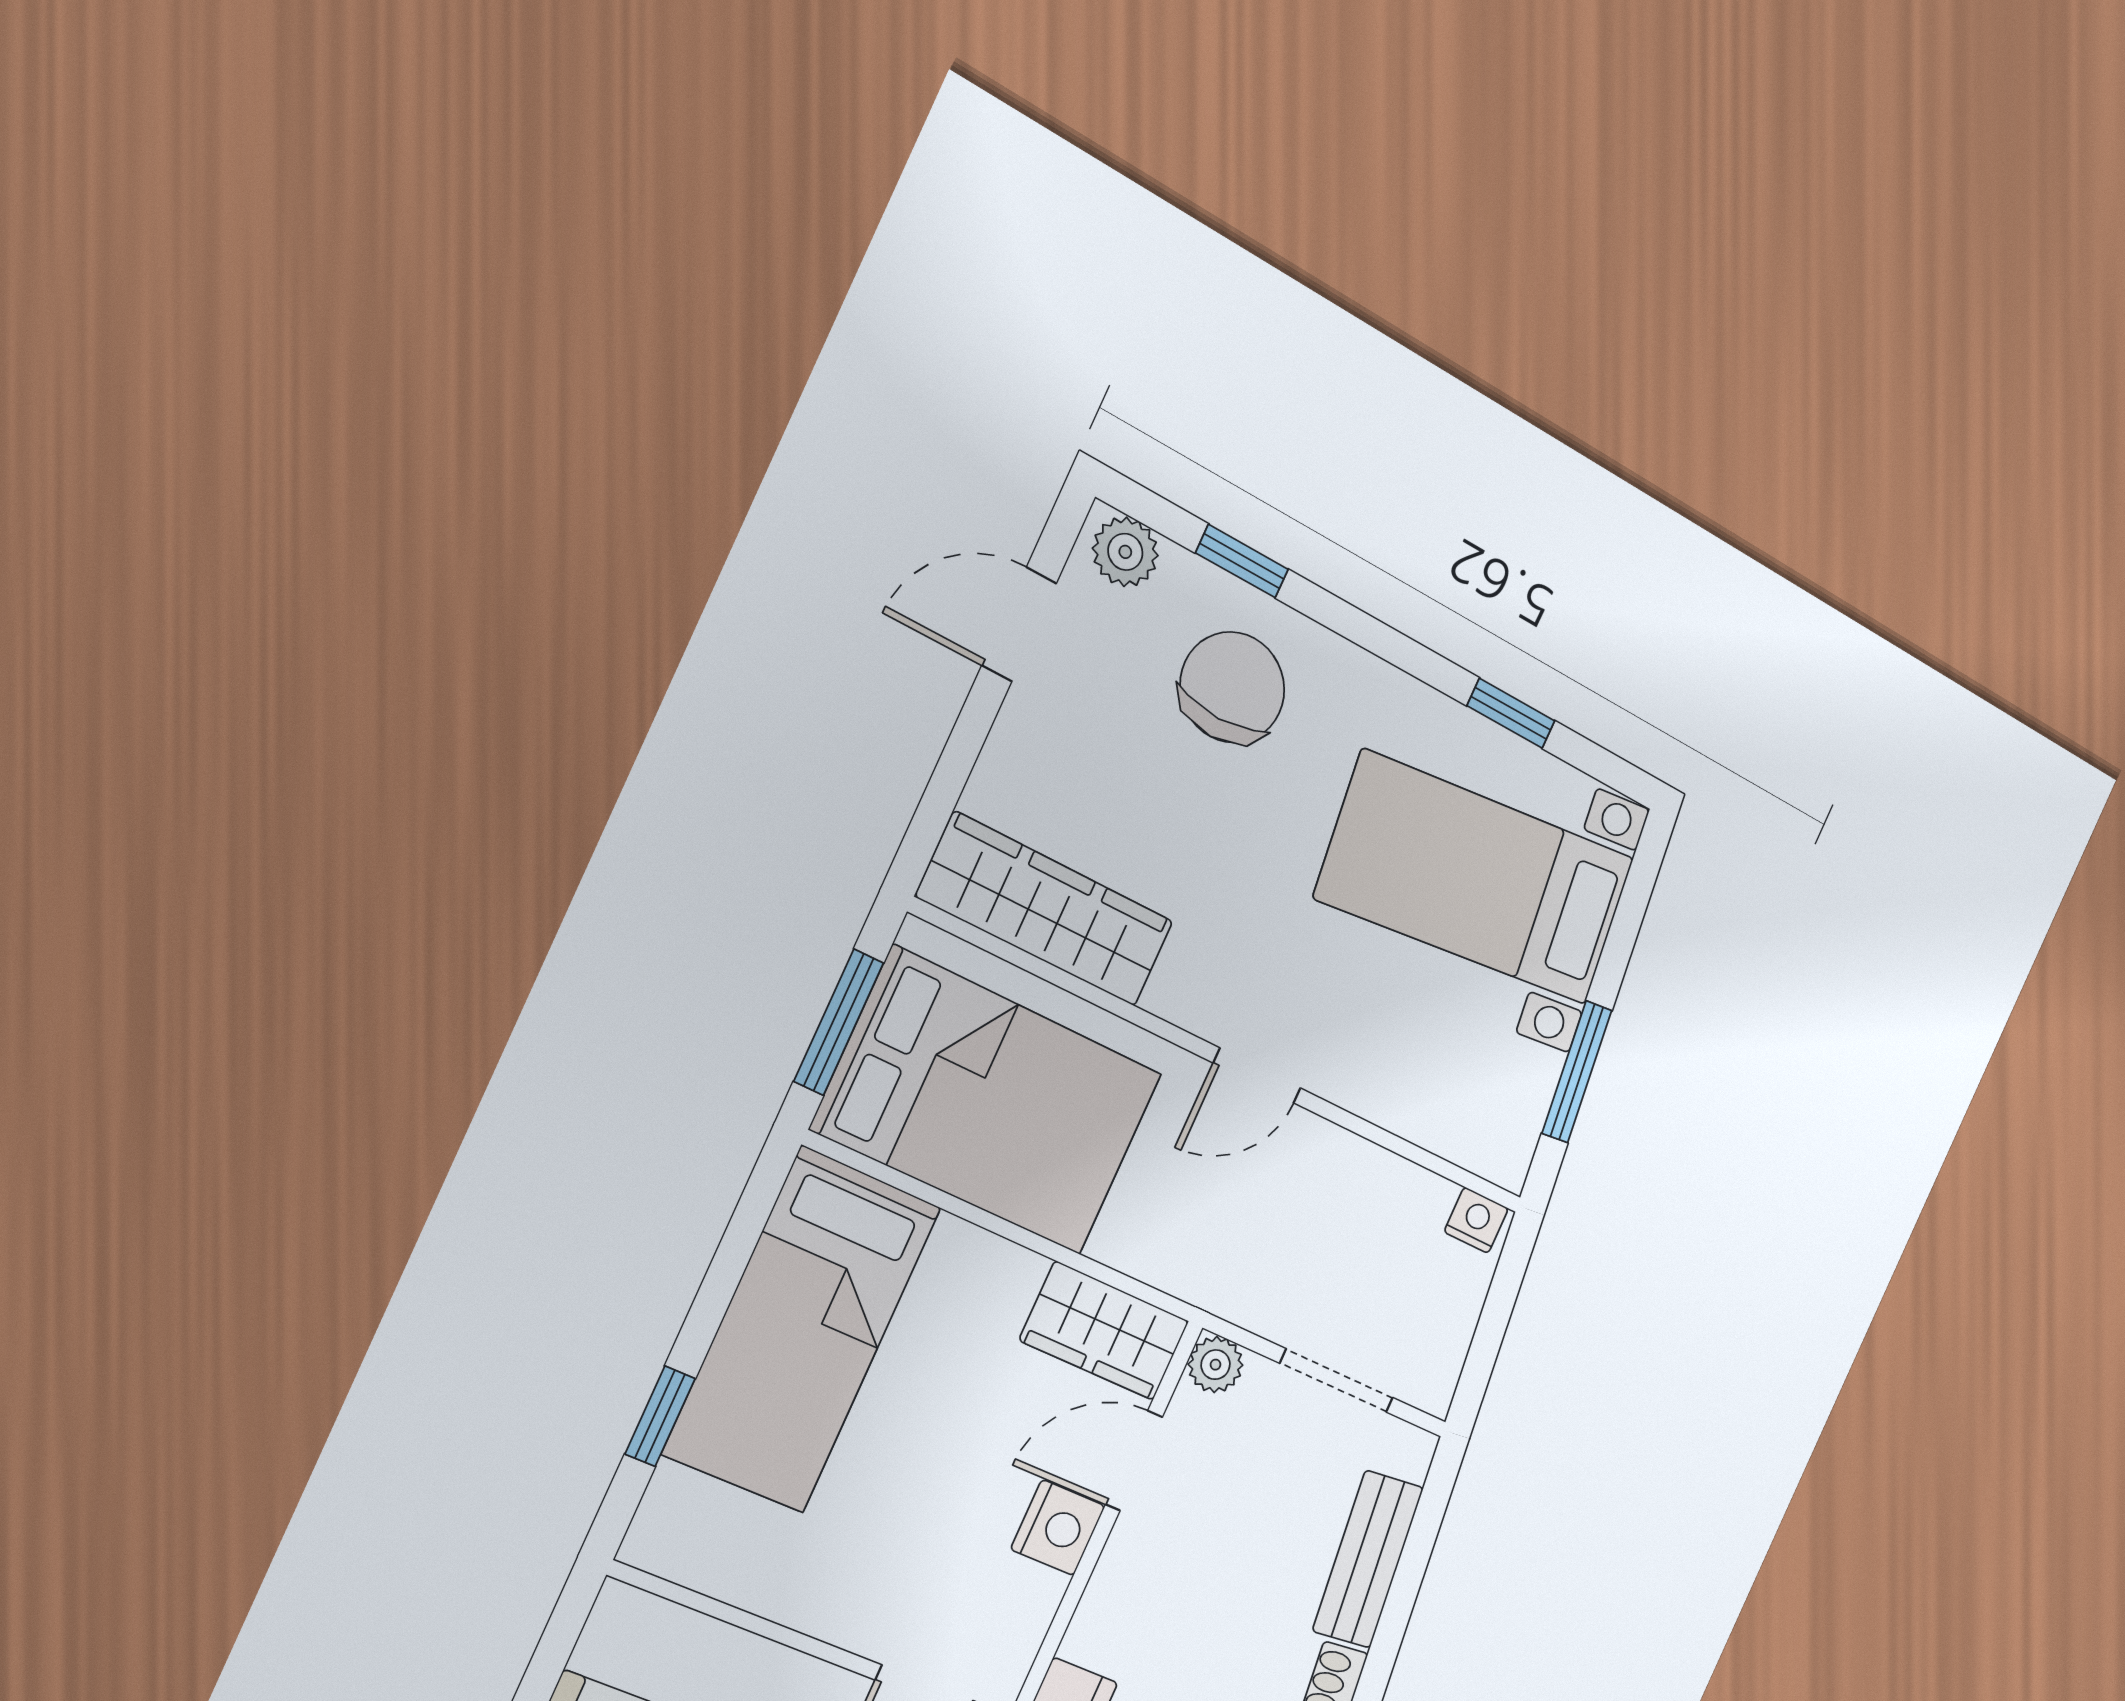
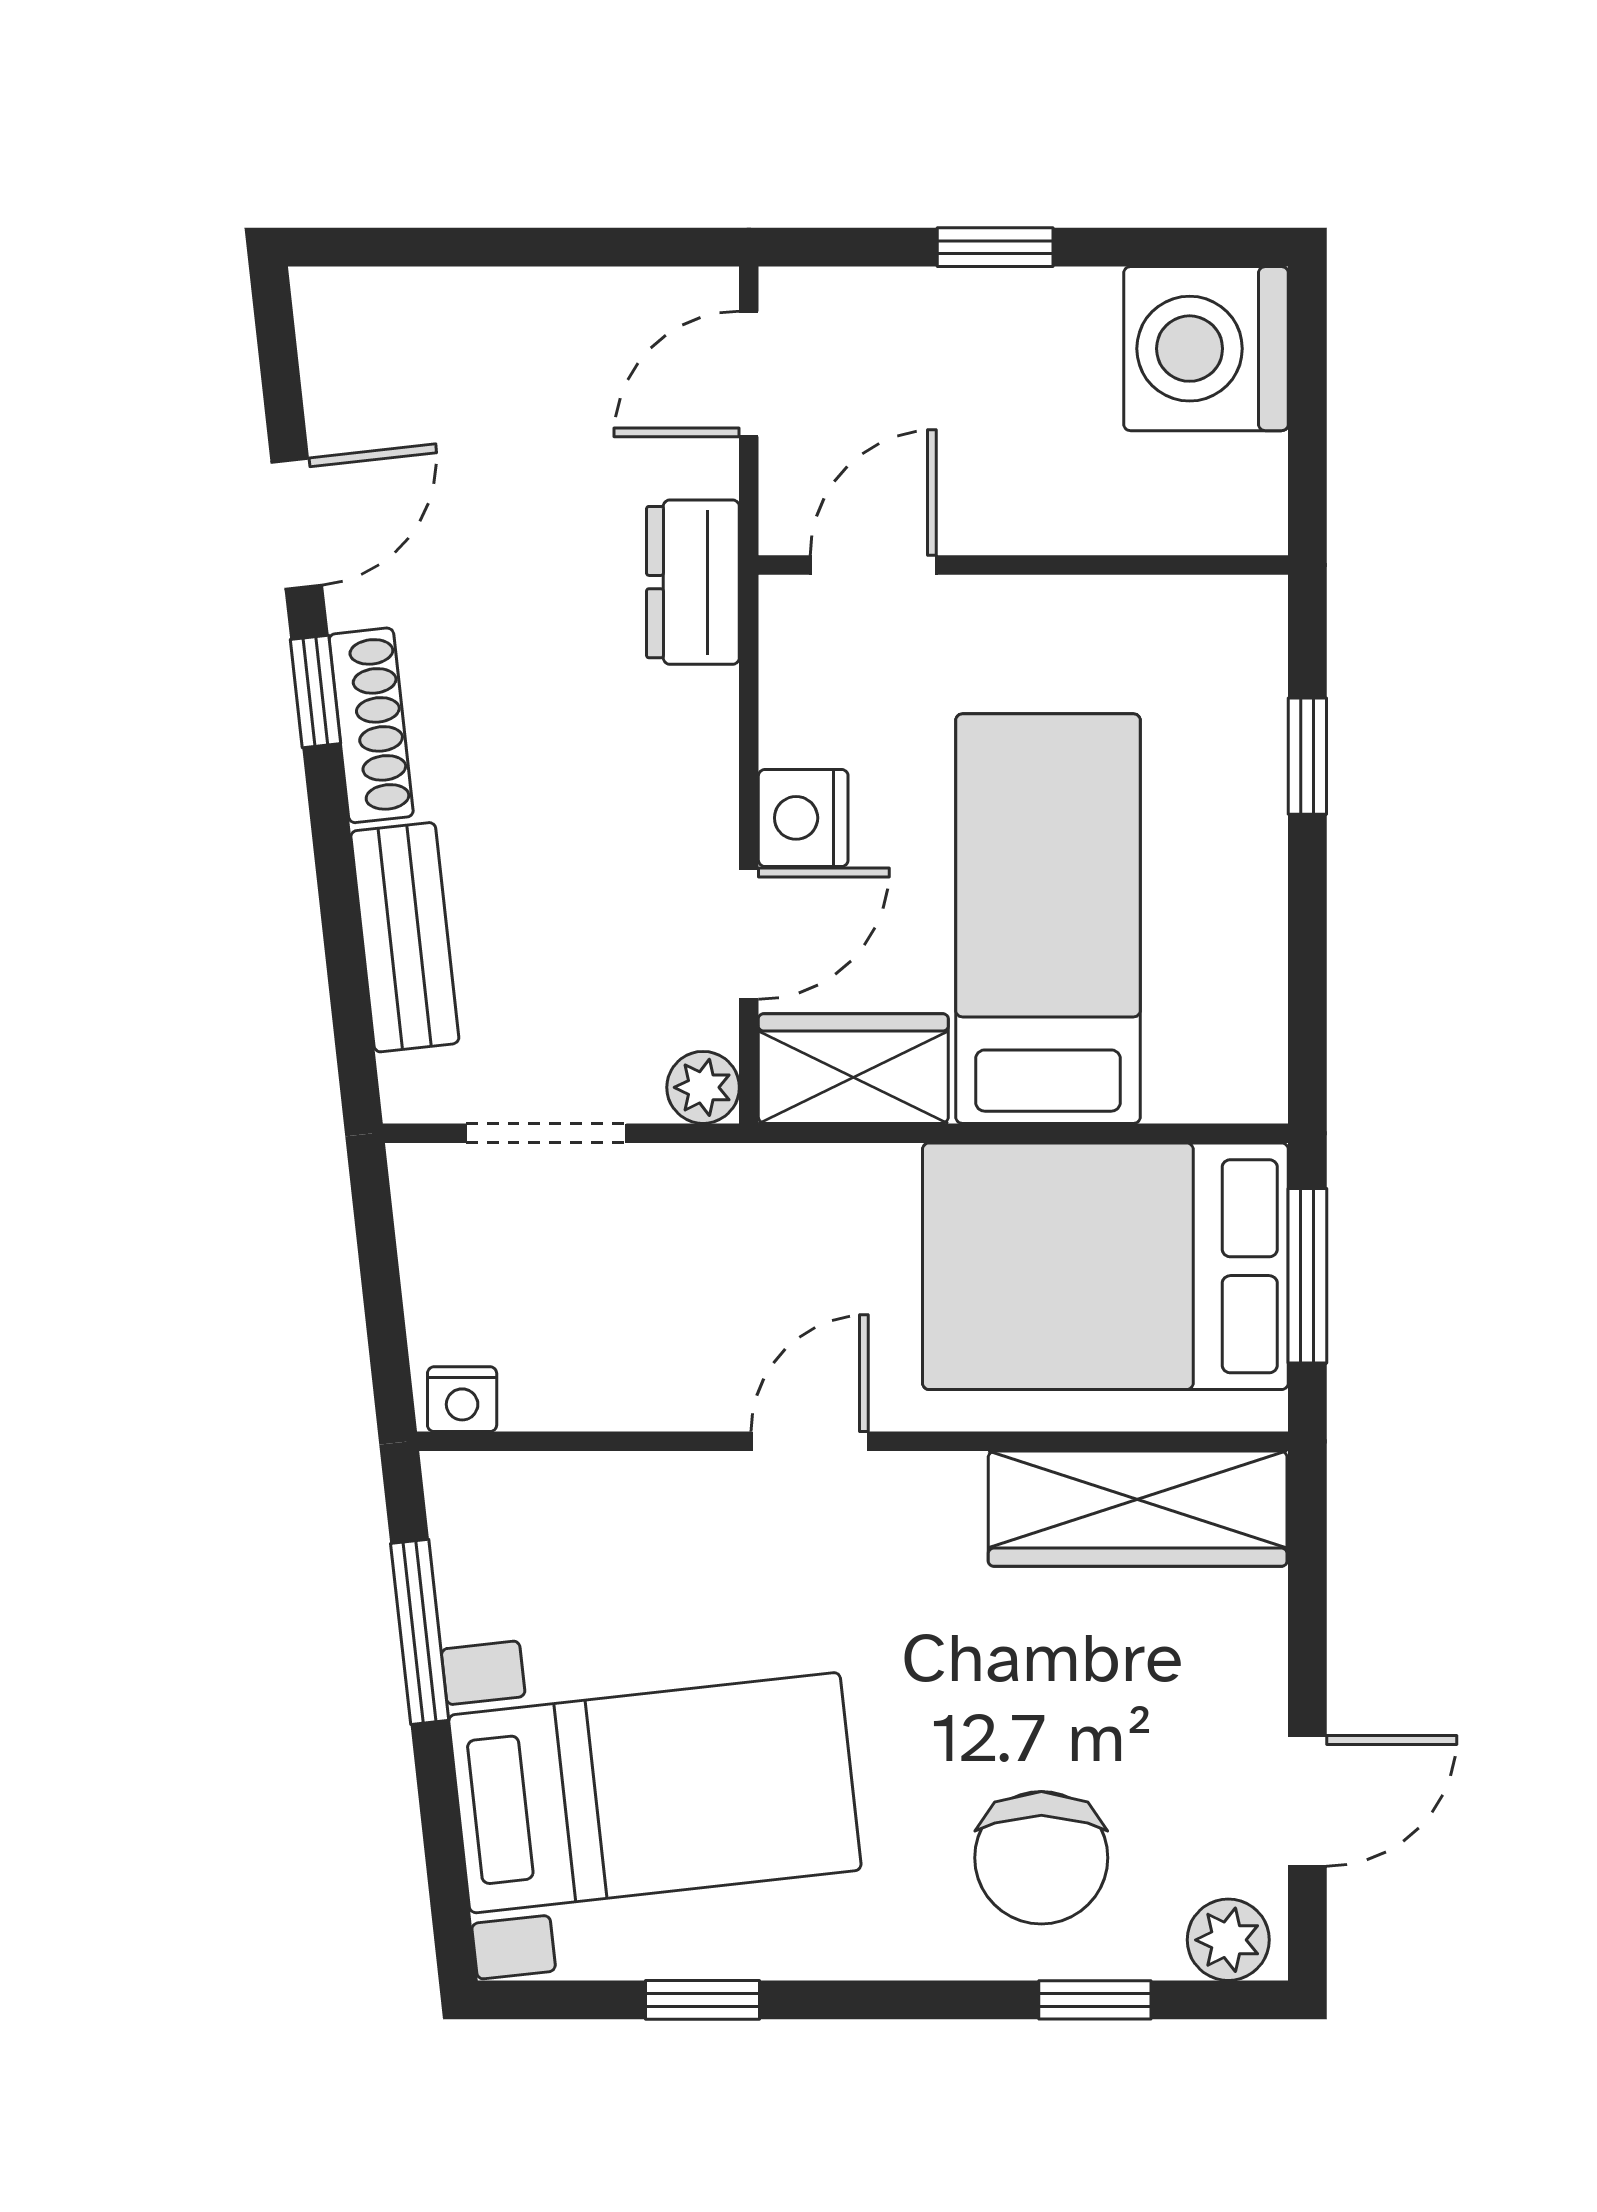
bed: (802, 1330) -> (1048, 919), moved

